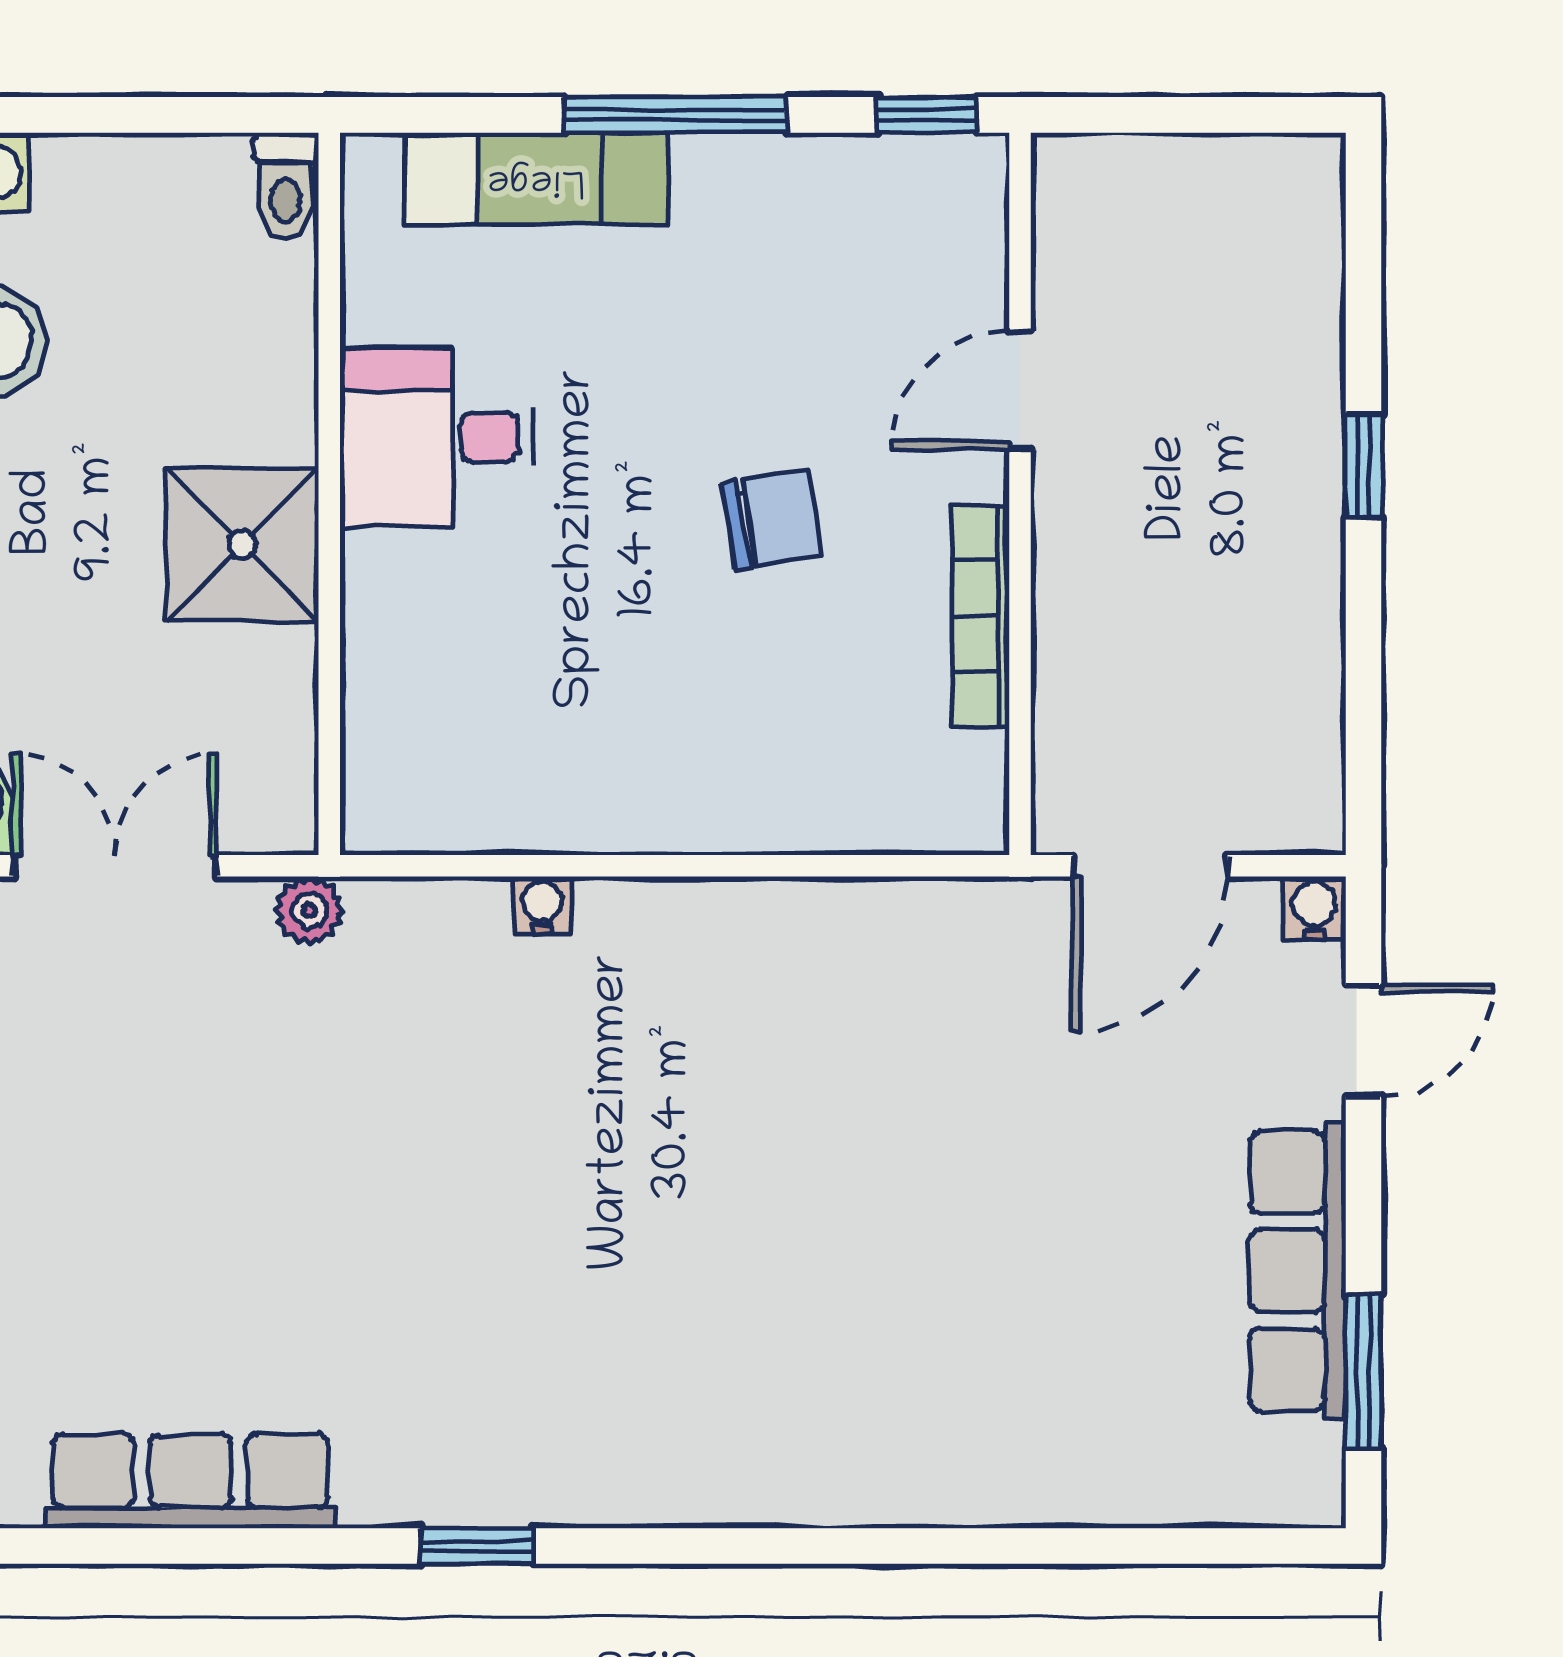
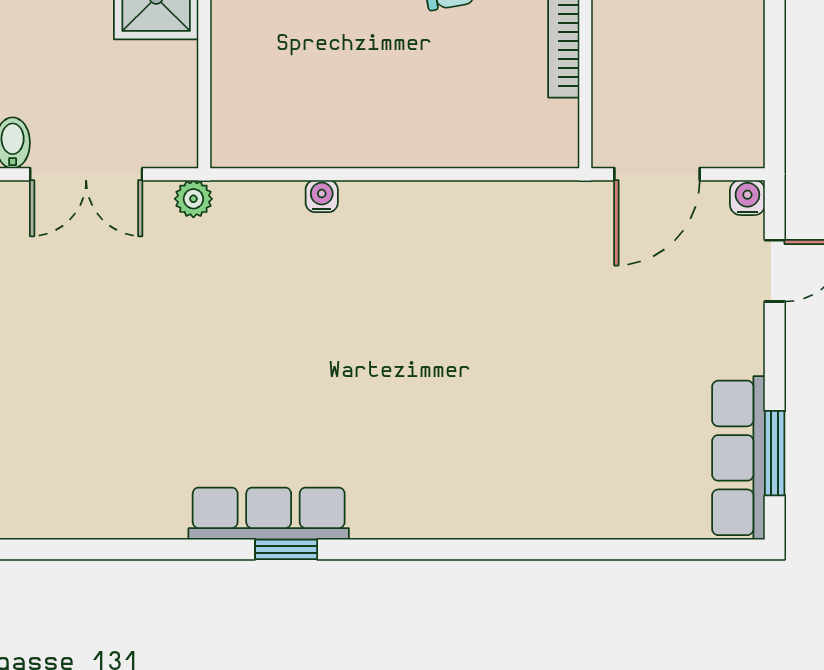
double door: (115, 866) -> (86, 174), swing flipped
row of seats: (1298, 1271) -> (739, 458), moved
row of seats: (190, 1481) -> (269, 514), moved

